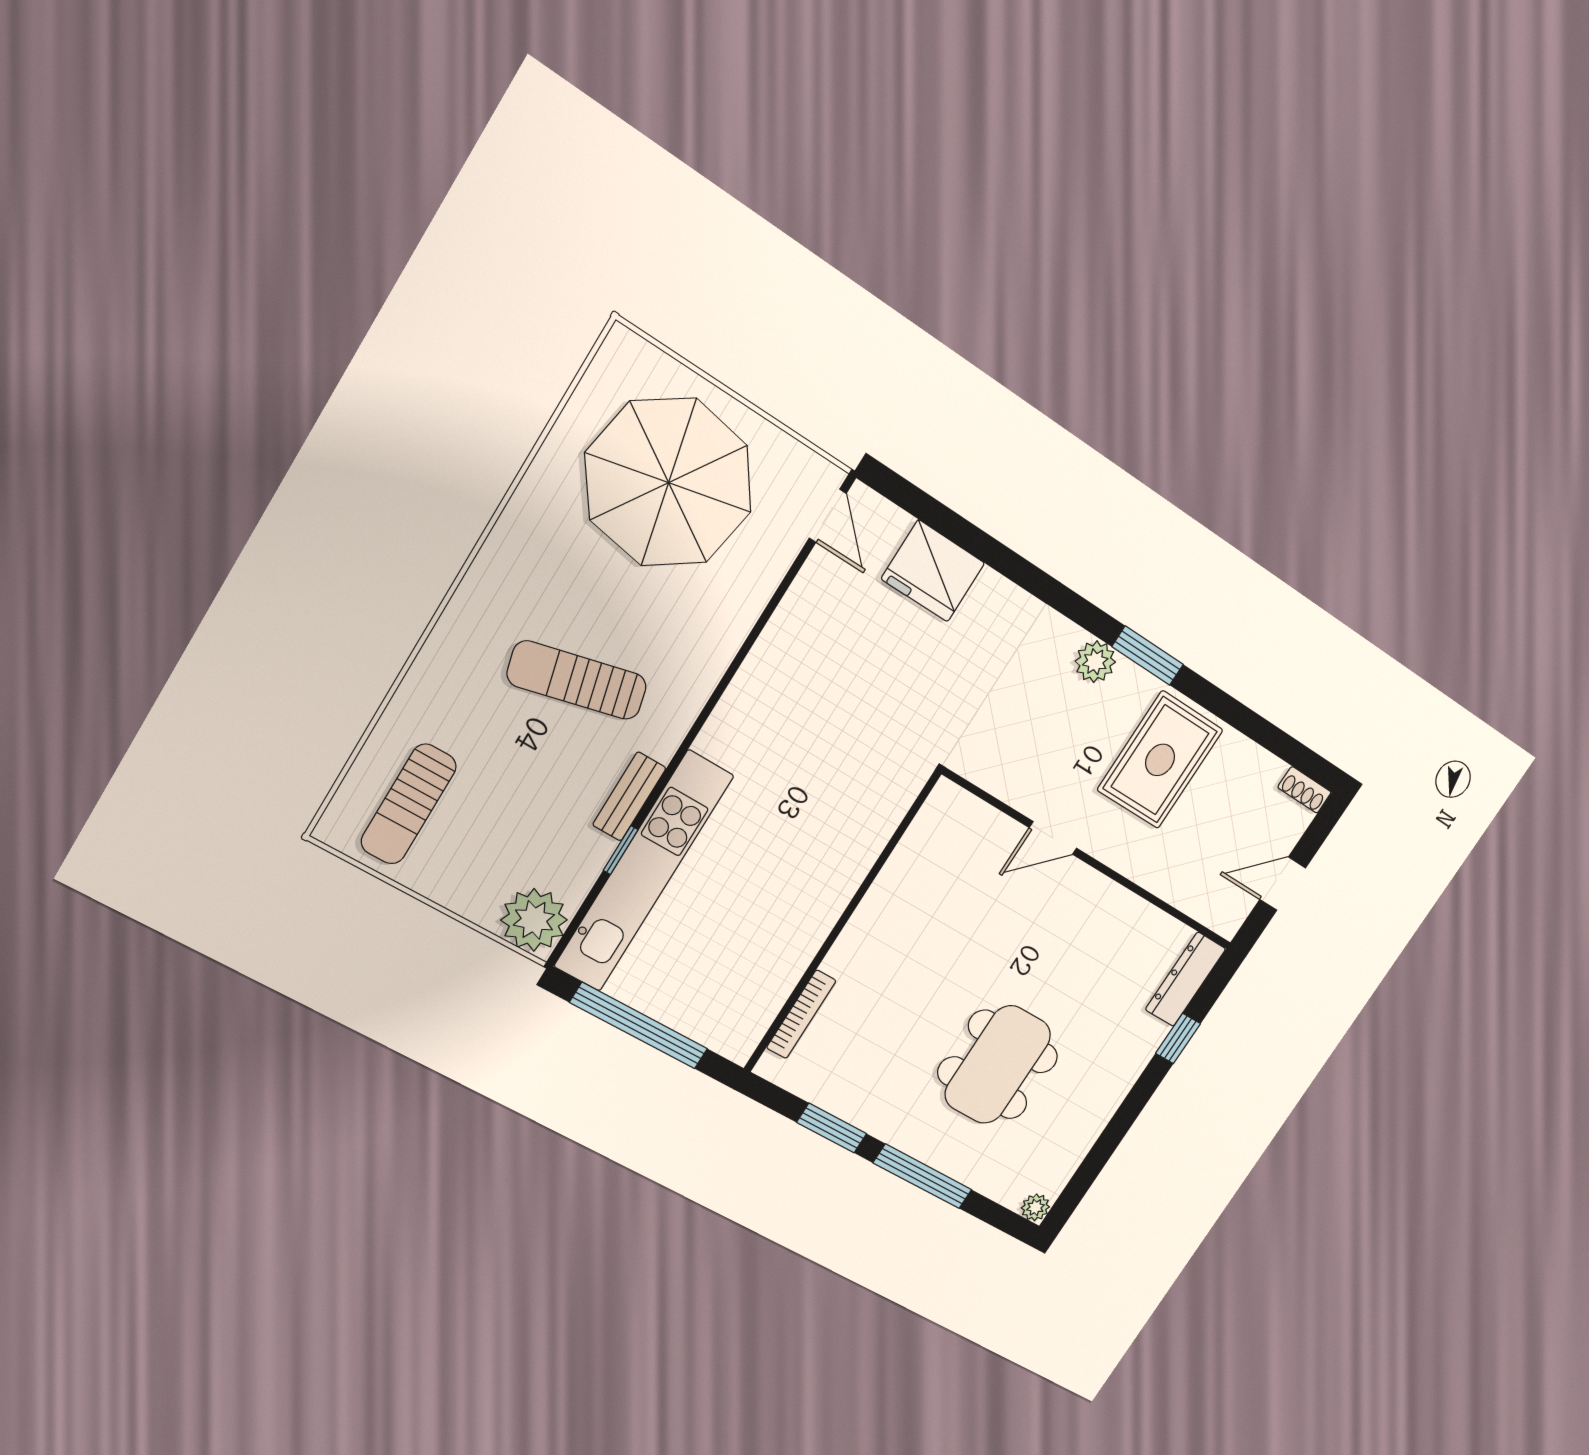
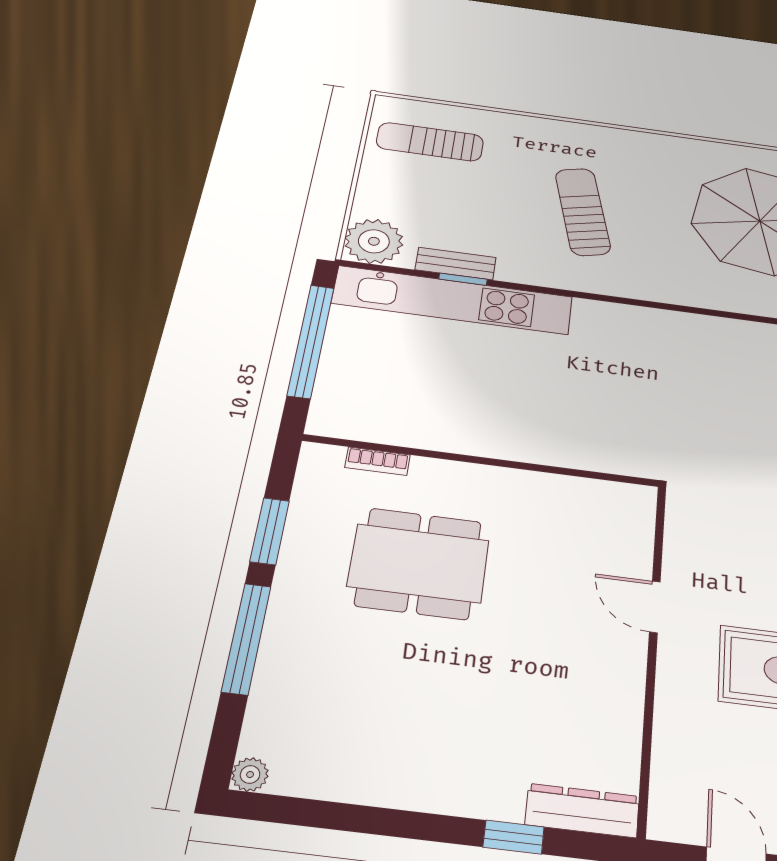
bench: (629, 796) -> (456, 264), moved
bookcase: (801, 1014) -> (378, 461), width x0.64
dining table: (998, 1065) -> (419, 563), moved

